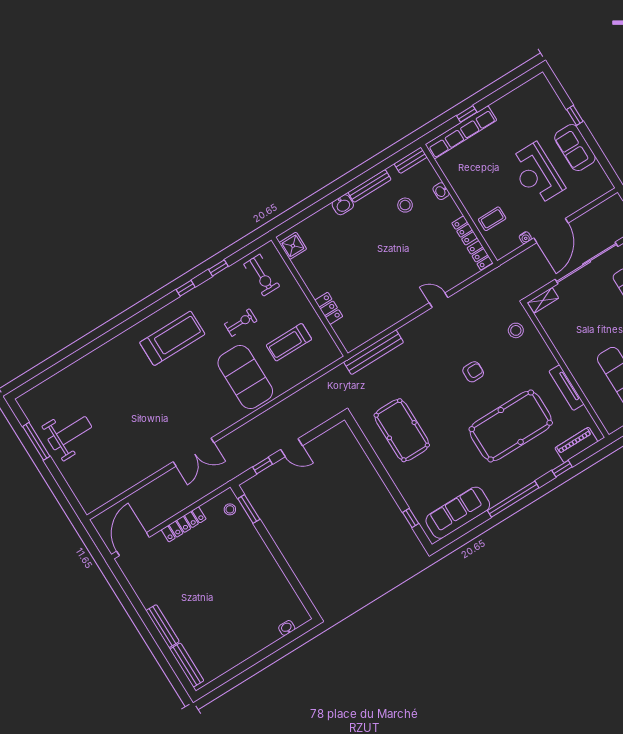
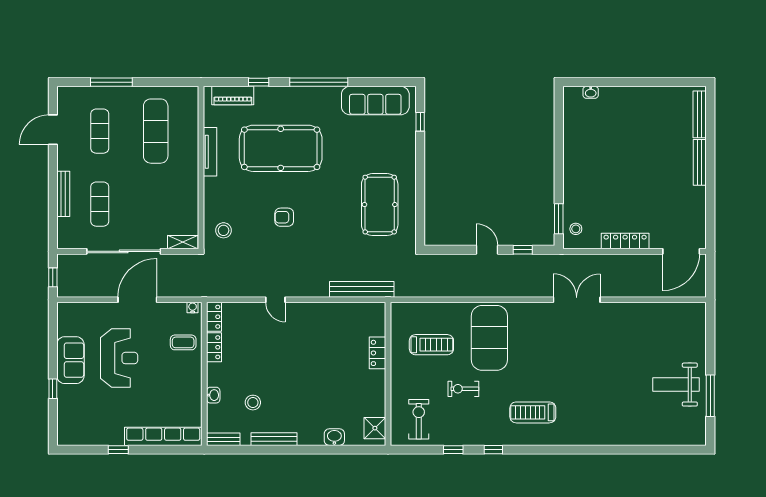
window: (467, 114) -> (118, 450), moved
washbasin: (343, 205) -> (334, 437), moved
water cooler: (525, 238) -> (193, 308), moved
treadmill: (172, 338) -> (533, 412), width x0.73, depth x0.73

